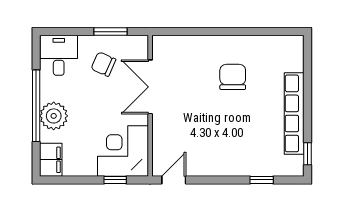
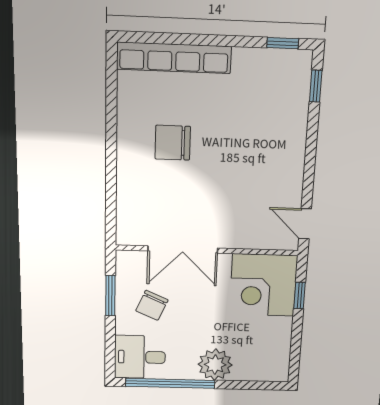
window: (36, 106) -> (170, 383), moved
row of seats: (294, 113) -> (174, 58), moved
filing cabinet: (51, 160) -> (269, 369), removed
window: (262, 180) -> (316, 86), moved

